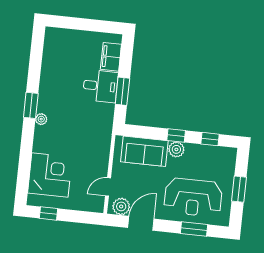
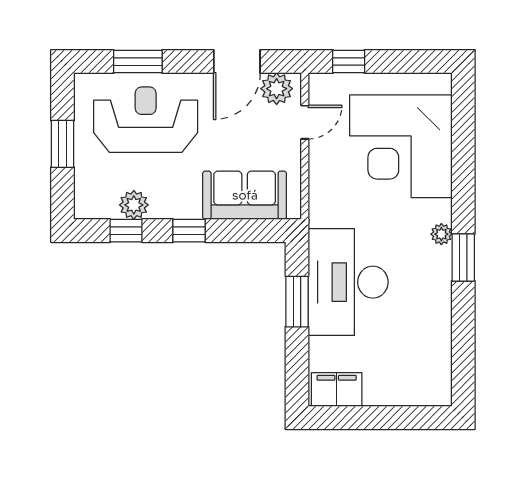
filing cabinet: (111, 57) -> (337, 390), moved, turned -90
desk: (100, 86) -> (348, 282), width x1.87, depth x1.30
plant: (176, 149) -> (134, 205), moved
corner desk: (50, 175) -> (401, 146), width x1.36, depth x1.36
window: (48, 213) -> (349, 61), moved

